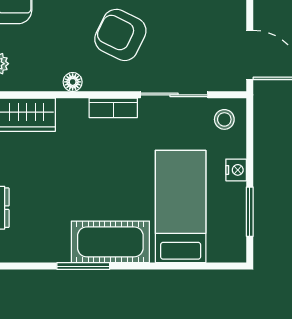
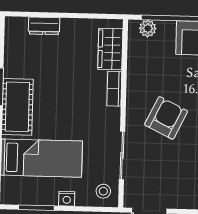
floor lamp: (73, 82) -> (133, 83), removed
bookcase: (113, 108) -> (114, 89), moved

